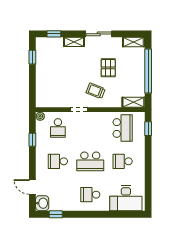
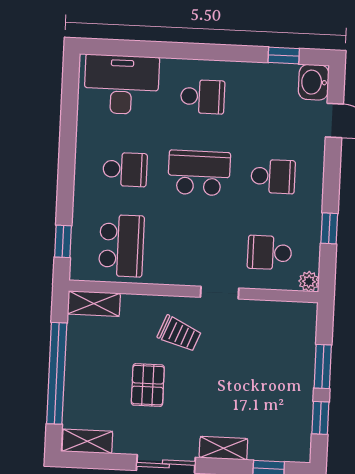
window: (32, 79) -> (323, 366), added
school desk: (58, 128) -> (270, 253), turned -90
school desk: (123, 128) -> (121, 246), turned 180

